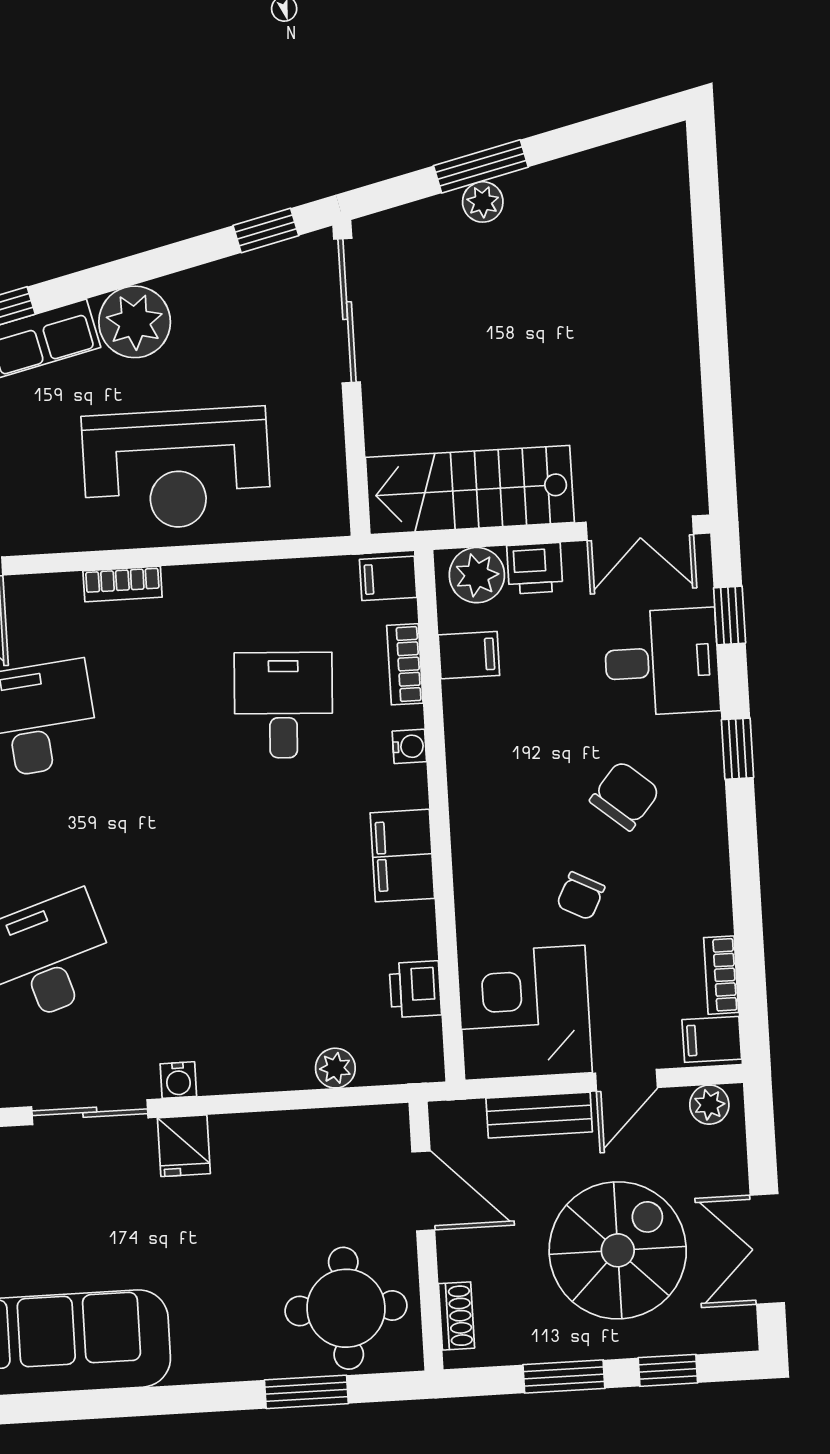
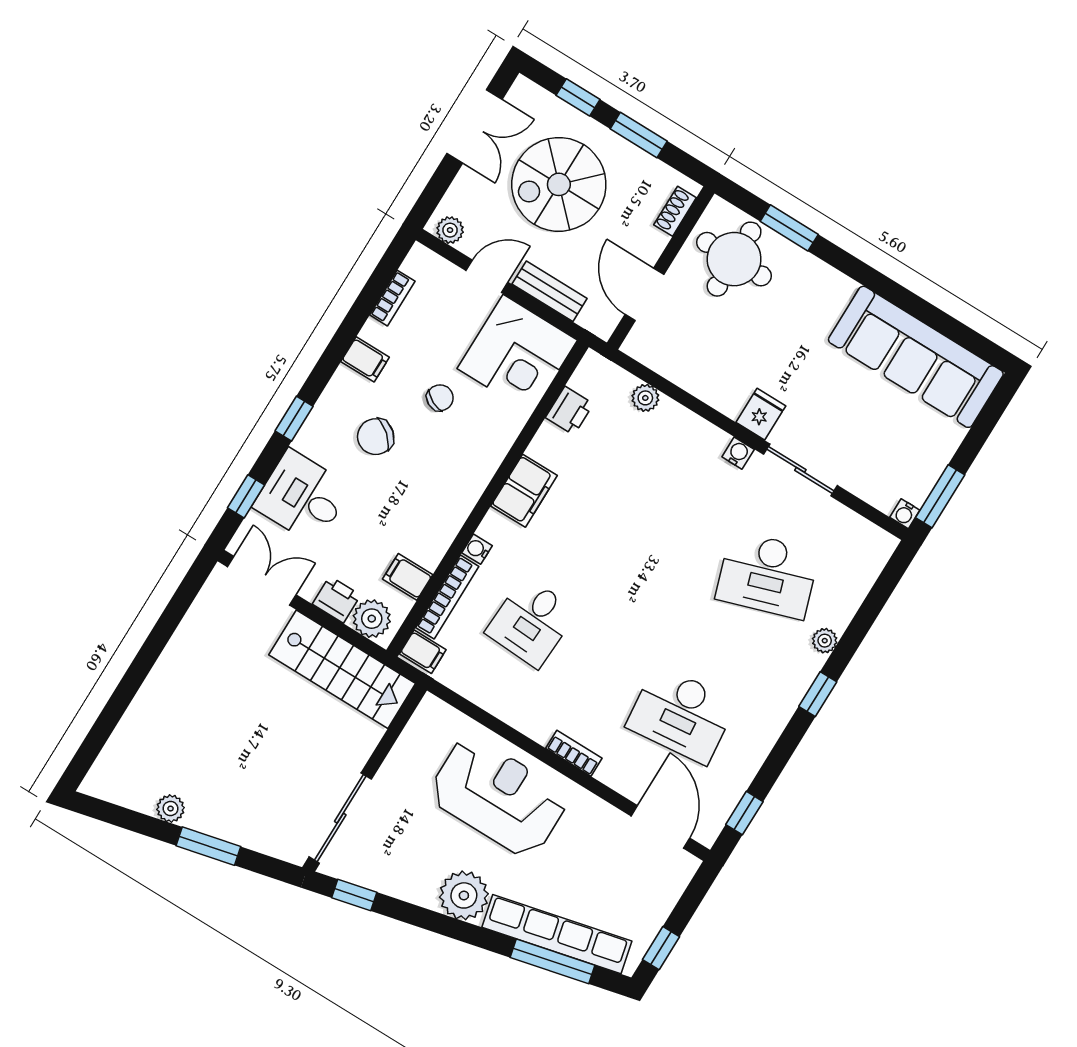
plant: (483, 202) -> (171, 809), moved
bookcase: (405, 664) -> (447, 597), width x1.56
filing cabinet: (712, 1039) -> (365, 359), moved

